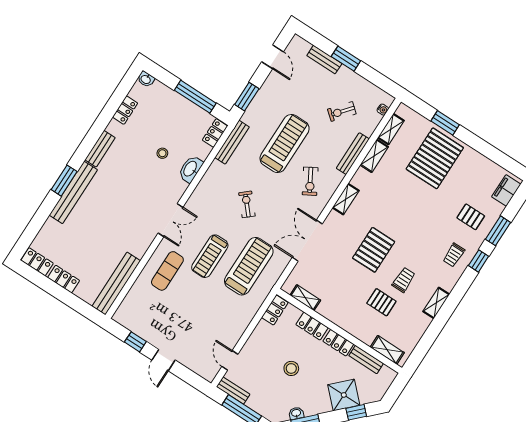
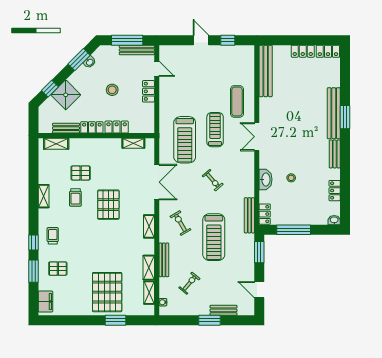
locker: (275, 310) -> (148, 91), moved
bench: (233, 391) -> (137, 50), width x1.36

